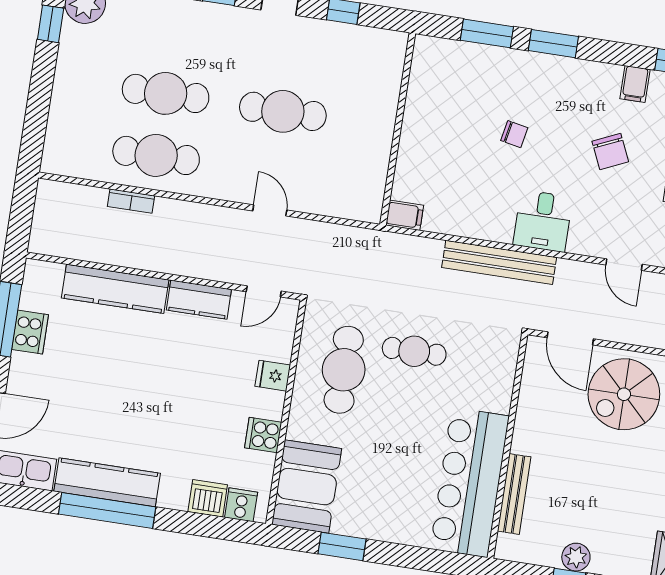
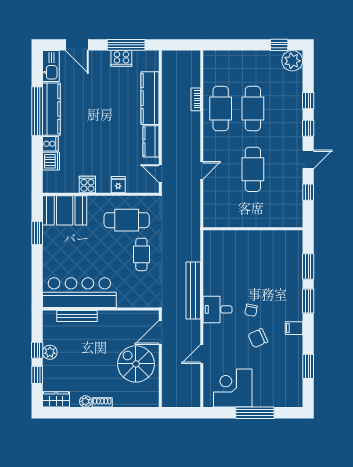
filing cabinet: (635, 84) -> (294, 328), moved
chair: (514, 134) -> (251, 310), moved
filing cabinet: (405, 215) -> (210, 239), removed
cooker: (241, 505) -> (50, 144), moved

